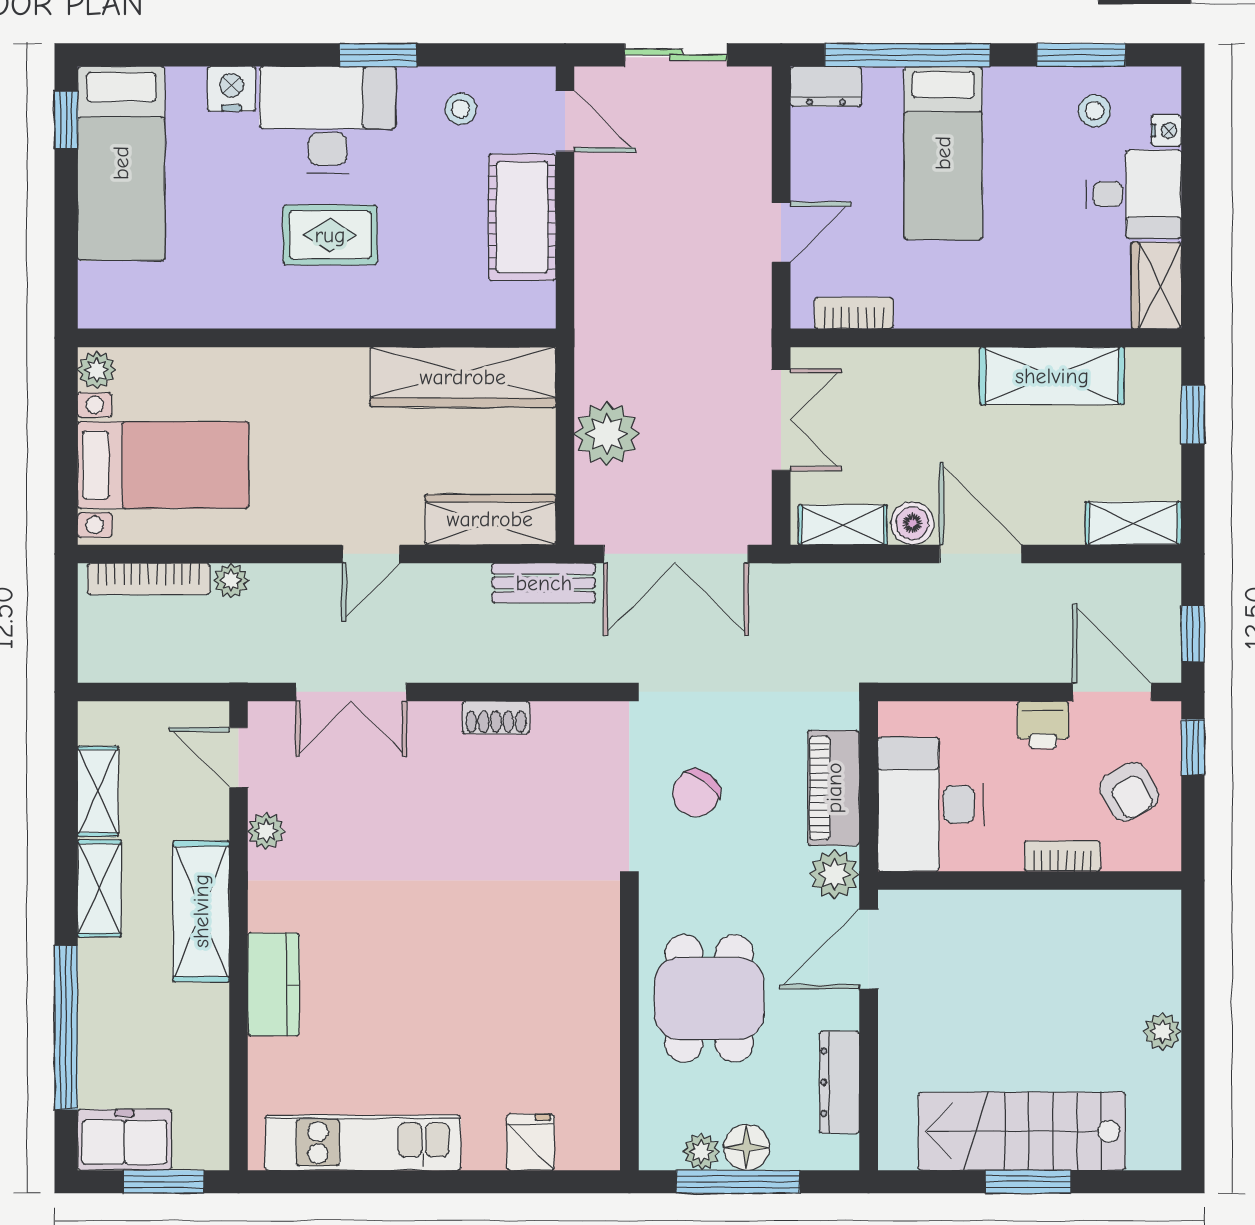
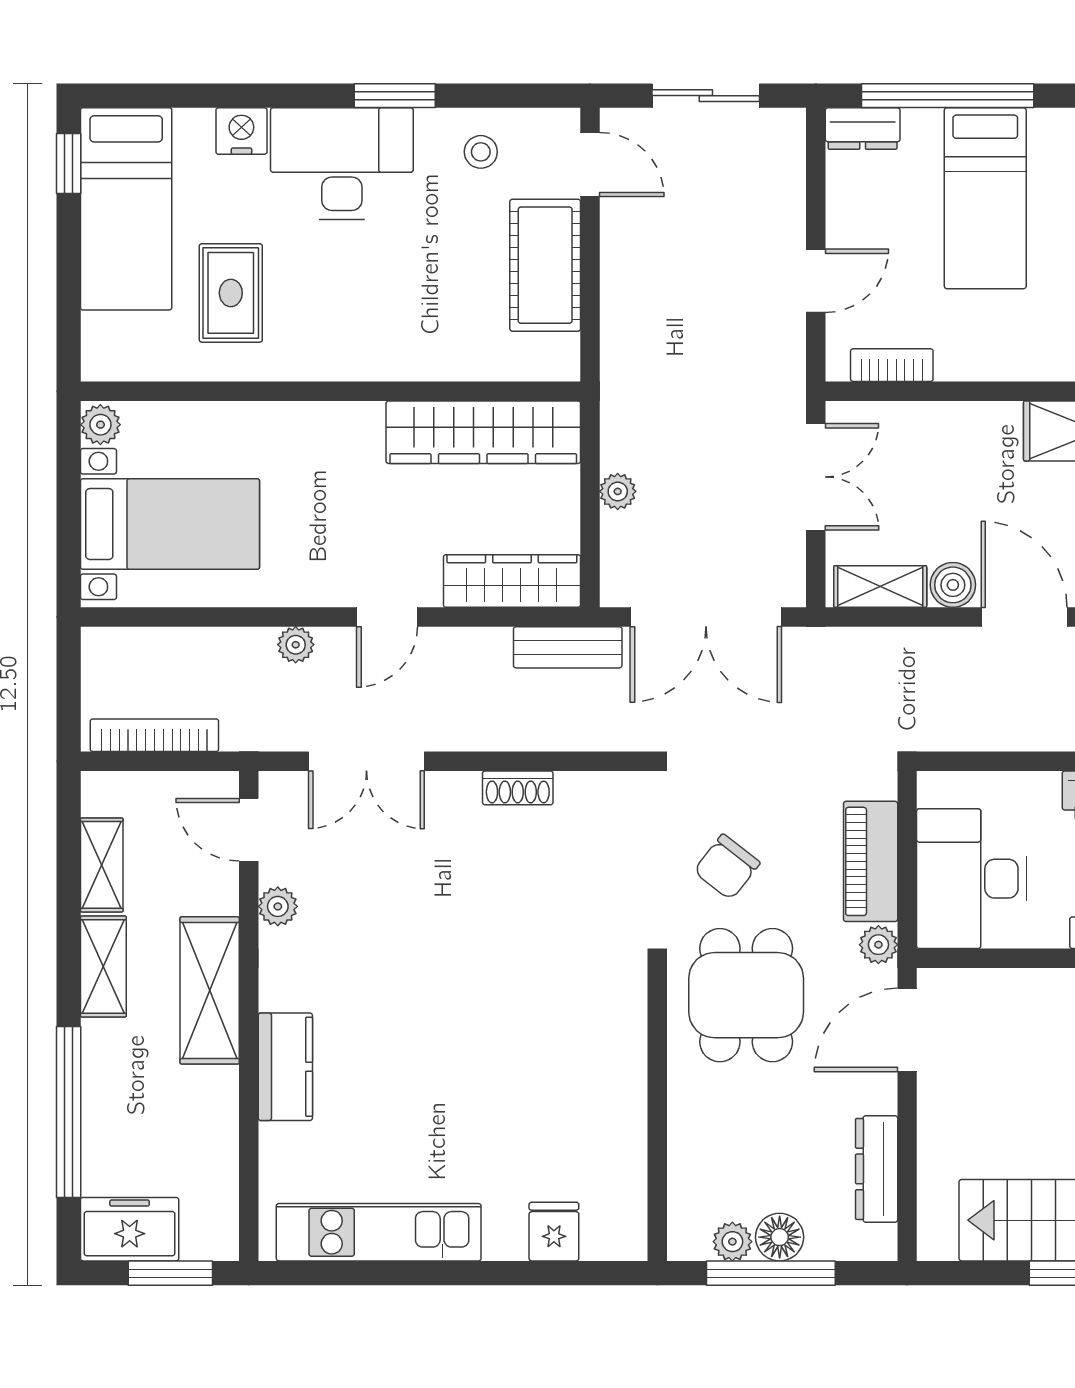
rug: (330, 235) -> (231, 293), moved, turned 90
plant: (607, 434) -> (618, 491), width x0.53, depth x0.53
bookcase: (149, 579) -> (154, 735), moved, turned 180
plant: (231, 580) -> (296, 645), moved
plant: (834, 874) -> (878, 945), width x0.73, depth x0.73
dining table: (709, 998) -> (746, 995), moved

